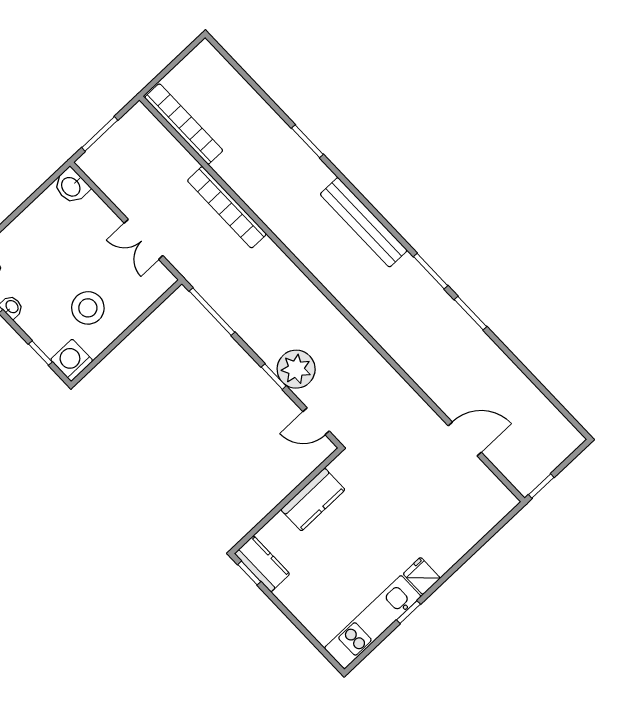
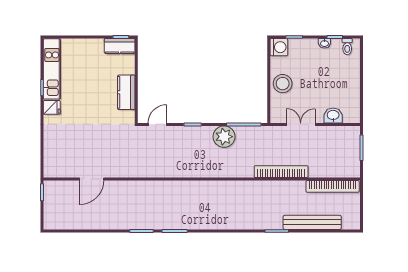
washbasin: (71, 186) -> (333, 115), moved
bench: (364, 222) -> (312, 222), moved
stool: (88, 308) -> (283, 84), moved
plant: (296, 369) -> (224, 137), moved

